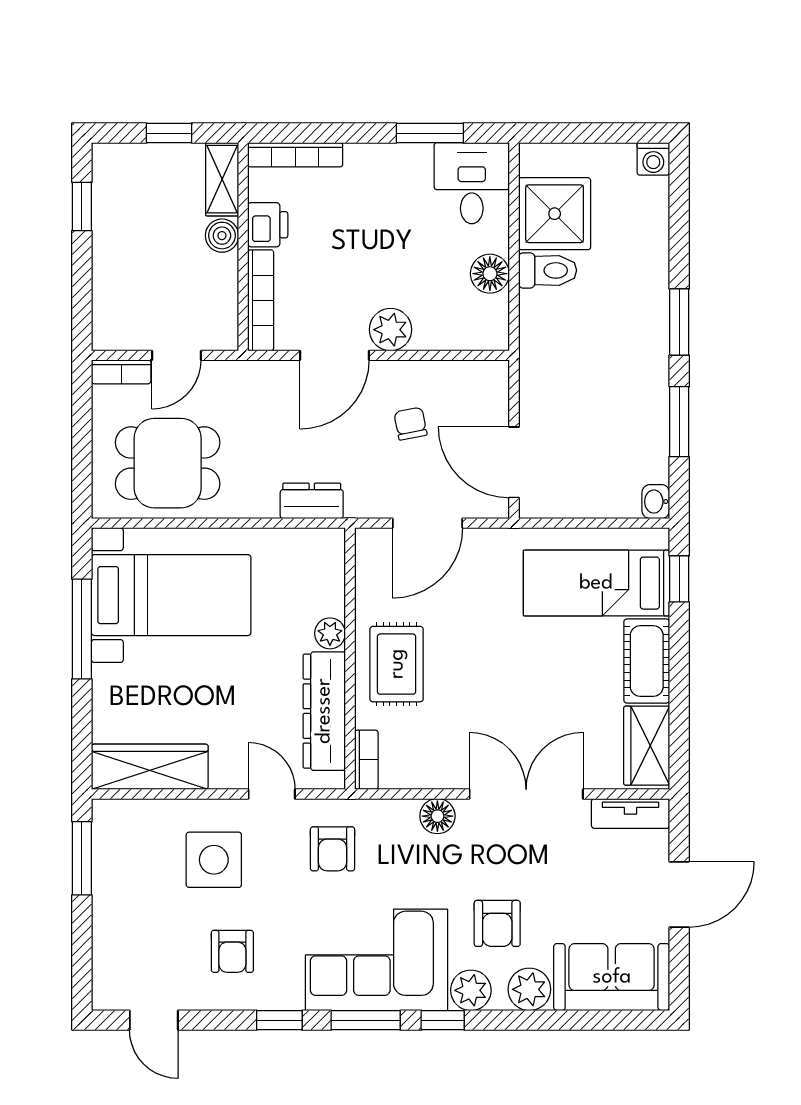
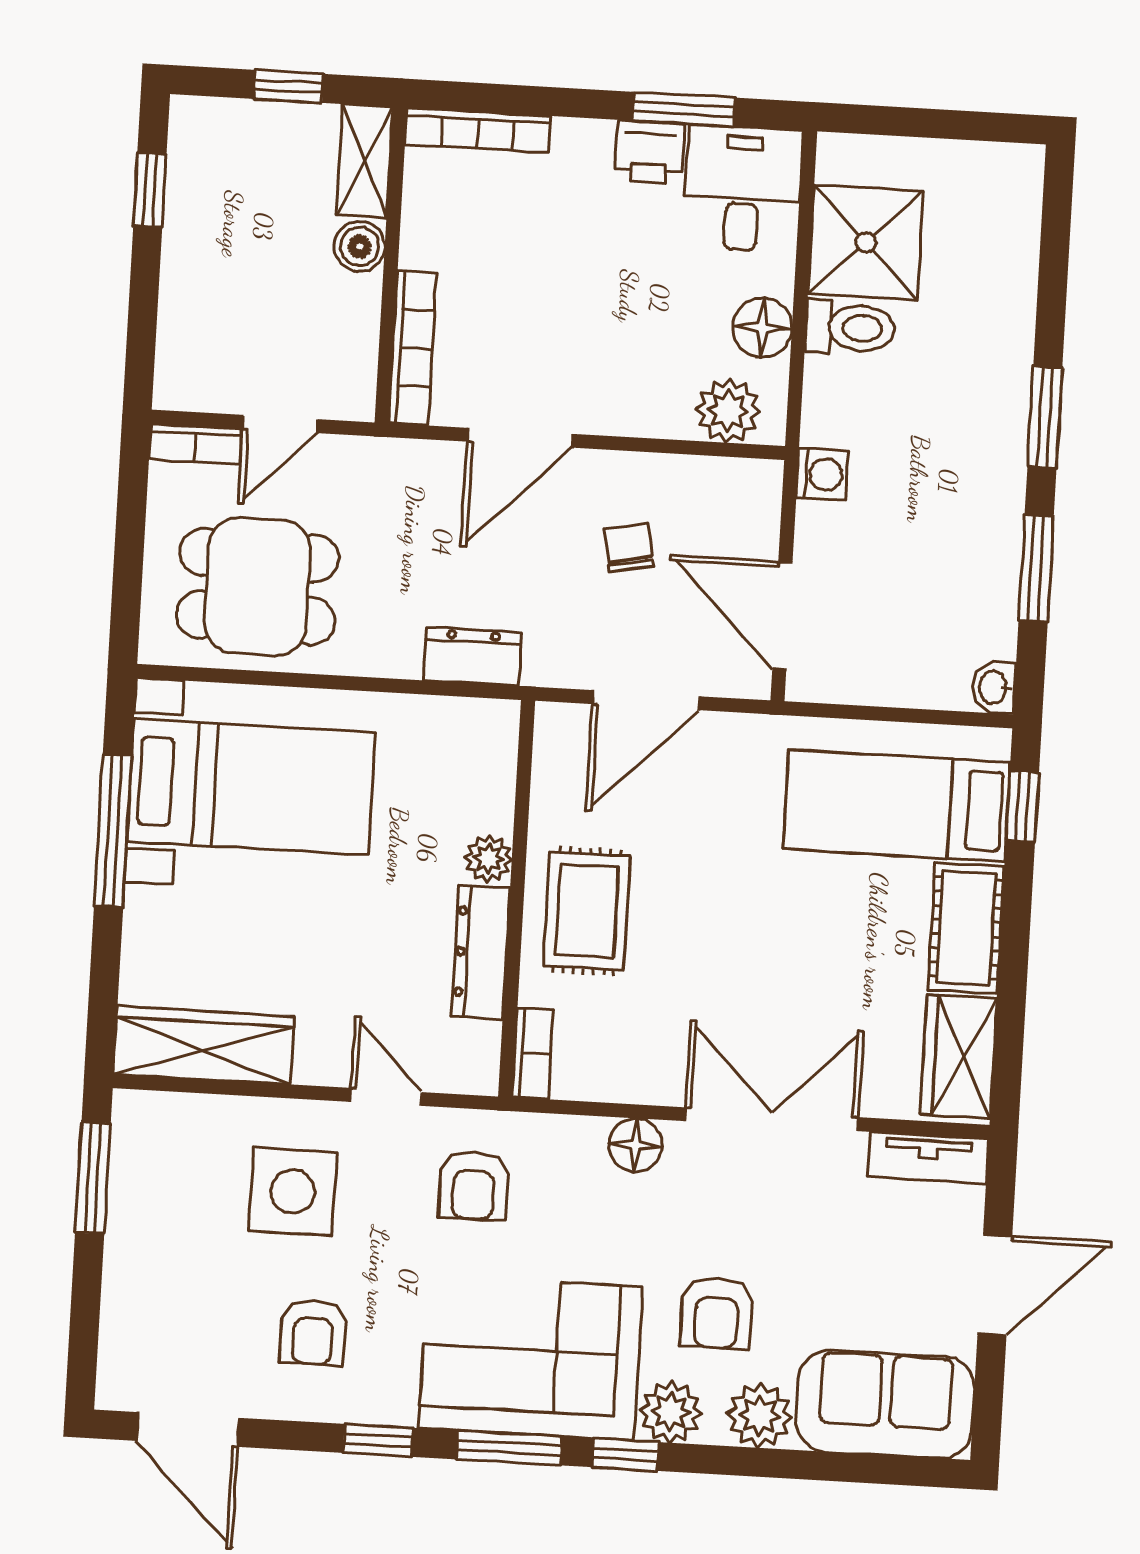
washing machine: (653, 159) -> (822, 474), moved, turned -90
printer: (268, 225) -> (650, 152), moved, turned 90
plant: (391, 330) -> (728, 411), moved
dresser: (324, 711) -> (481, 952), width x0.73, depth x0.80
door: (154, 1020) -> (188, 1429), width x1.38

